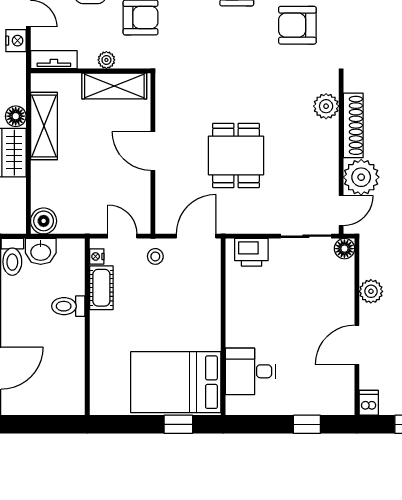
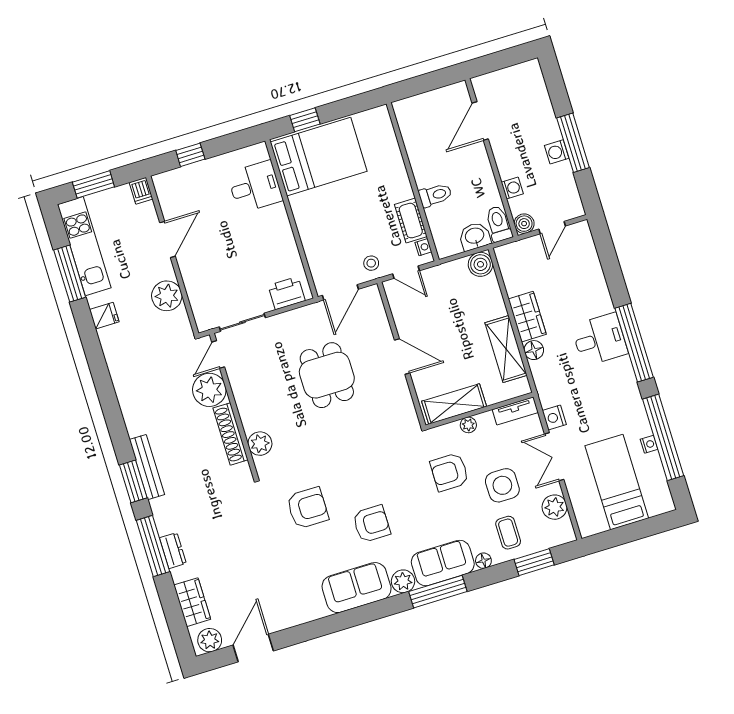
floor lamp: (344, 249) -> (205, 322), removed
plant: (371, 291) -> (167, 296), width x1.36, depth x1.36

